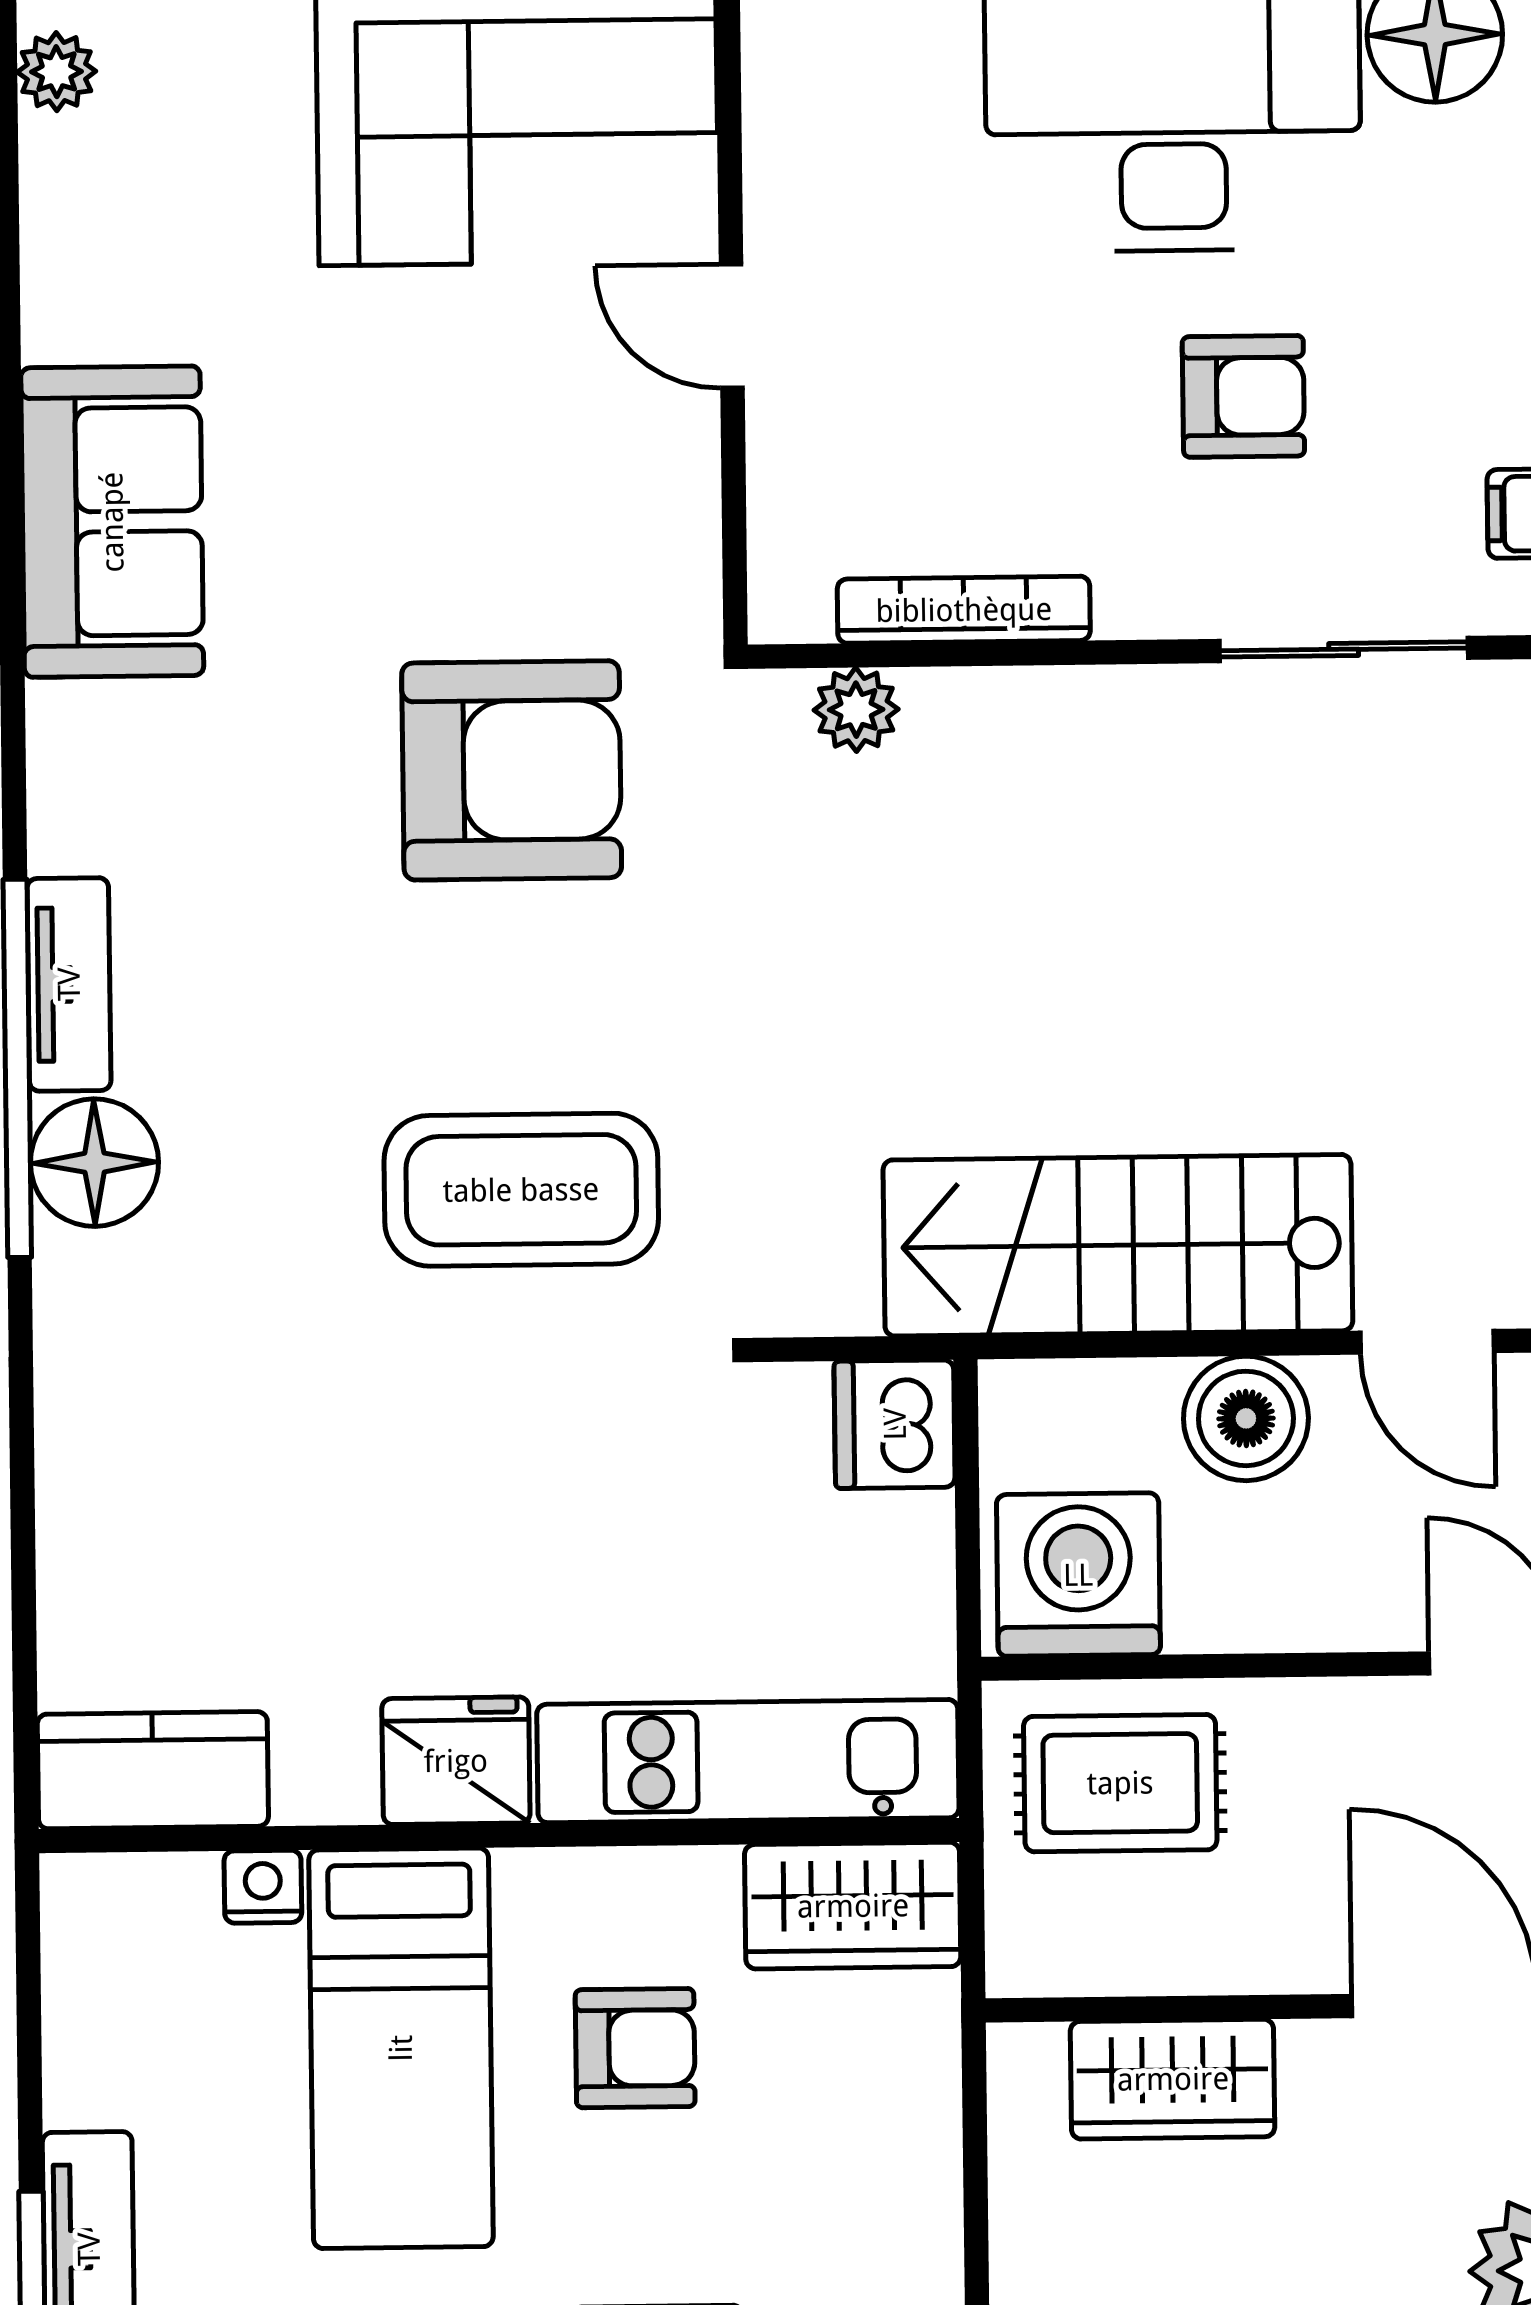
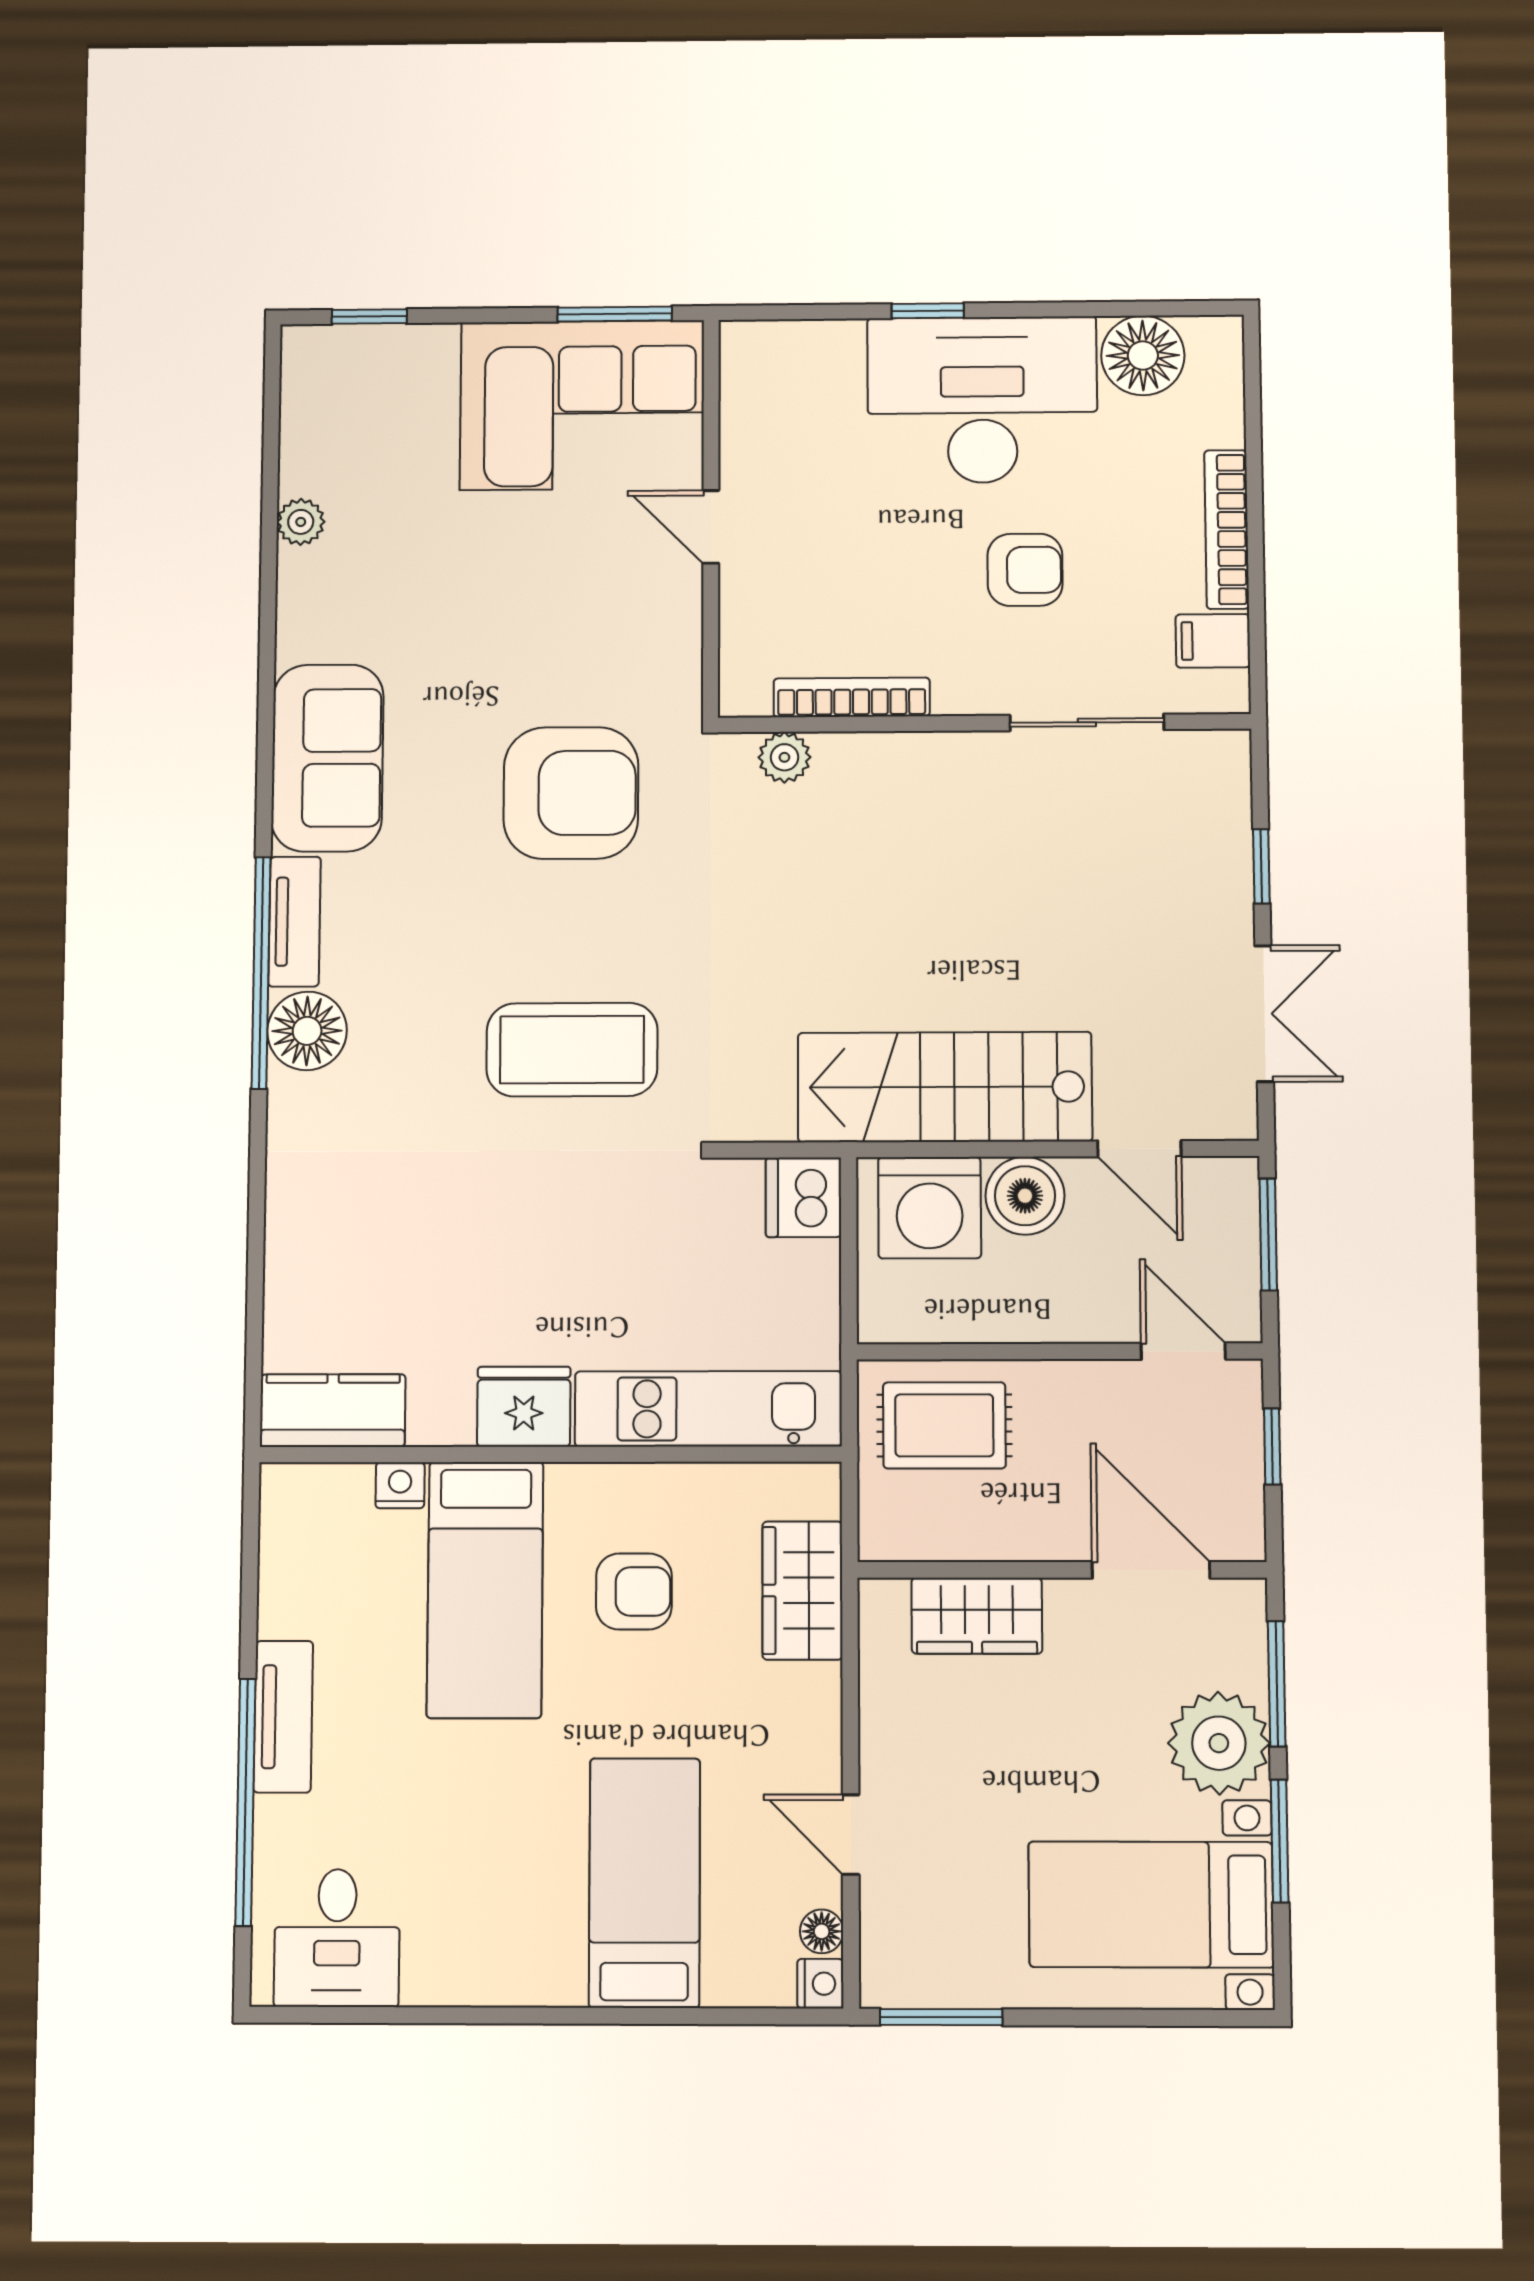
plant: (57, 72) -> (301, 522), moved
sofa: (112, 522) -> (327, 758), moved
washing machine: (1078, 1575) -> (930, 1208), moved, turned 180
wardrobe: (853, 1906) -> (802, 1590), moved, turned 90

